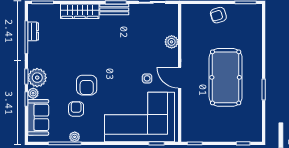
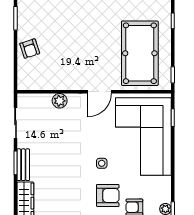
pool table: (226, 77) -> (140, 53), moved, turned 90
side table: (147, 78) -> (102, 163), moved

